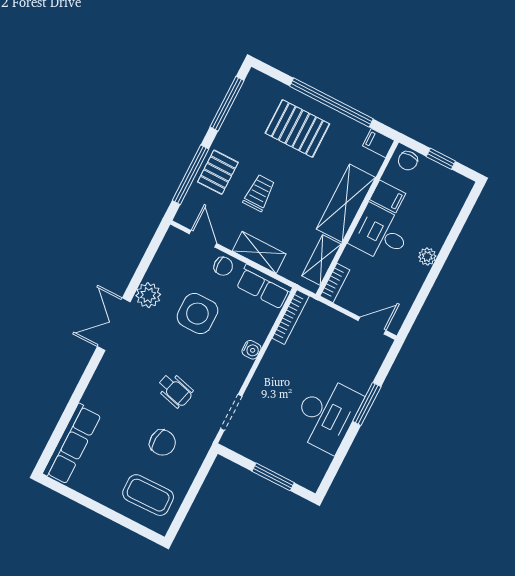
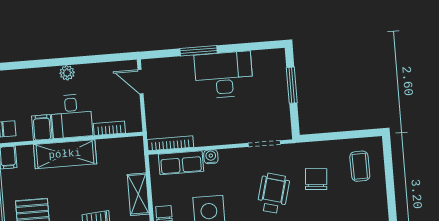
shelving: (321, 260) -> (116, 147), removed
bookcase: (335, 283) -> (109, 128), moved
row of seats: (264, 287) -> (181, 163), moved, turned 90
wheelchair: (175, 390) -> (273, 193), width x1.36, depth x1.37
coffee table: (148, 495) -> (360, 166), width x0.73, depth x0.77

